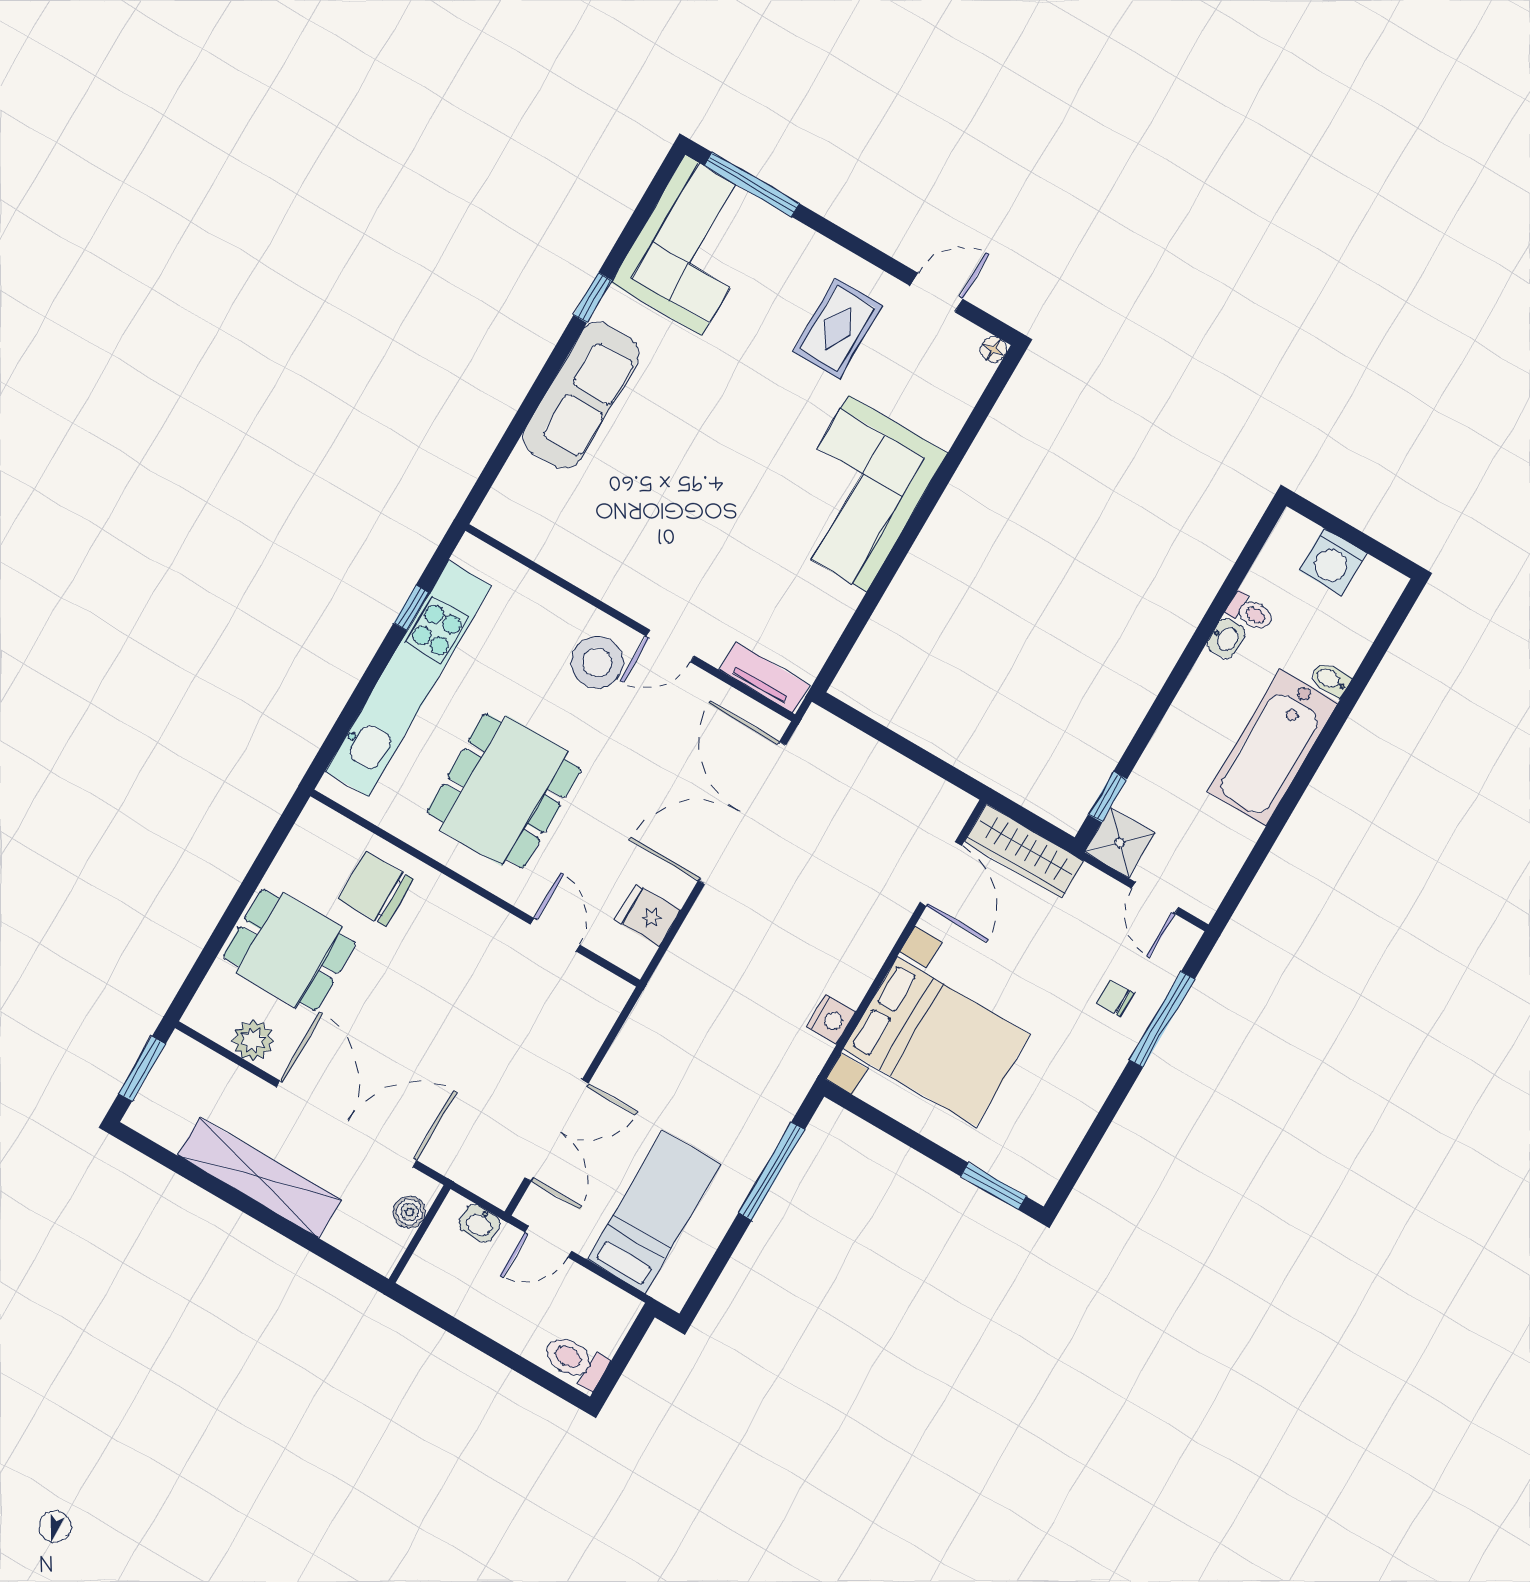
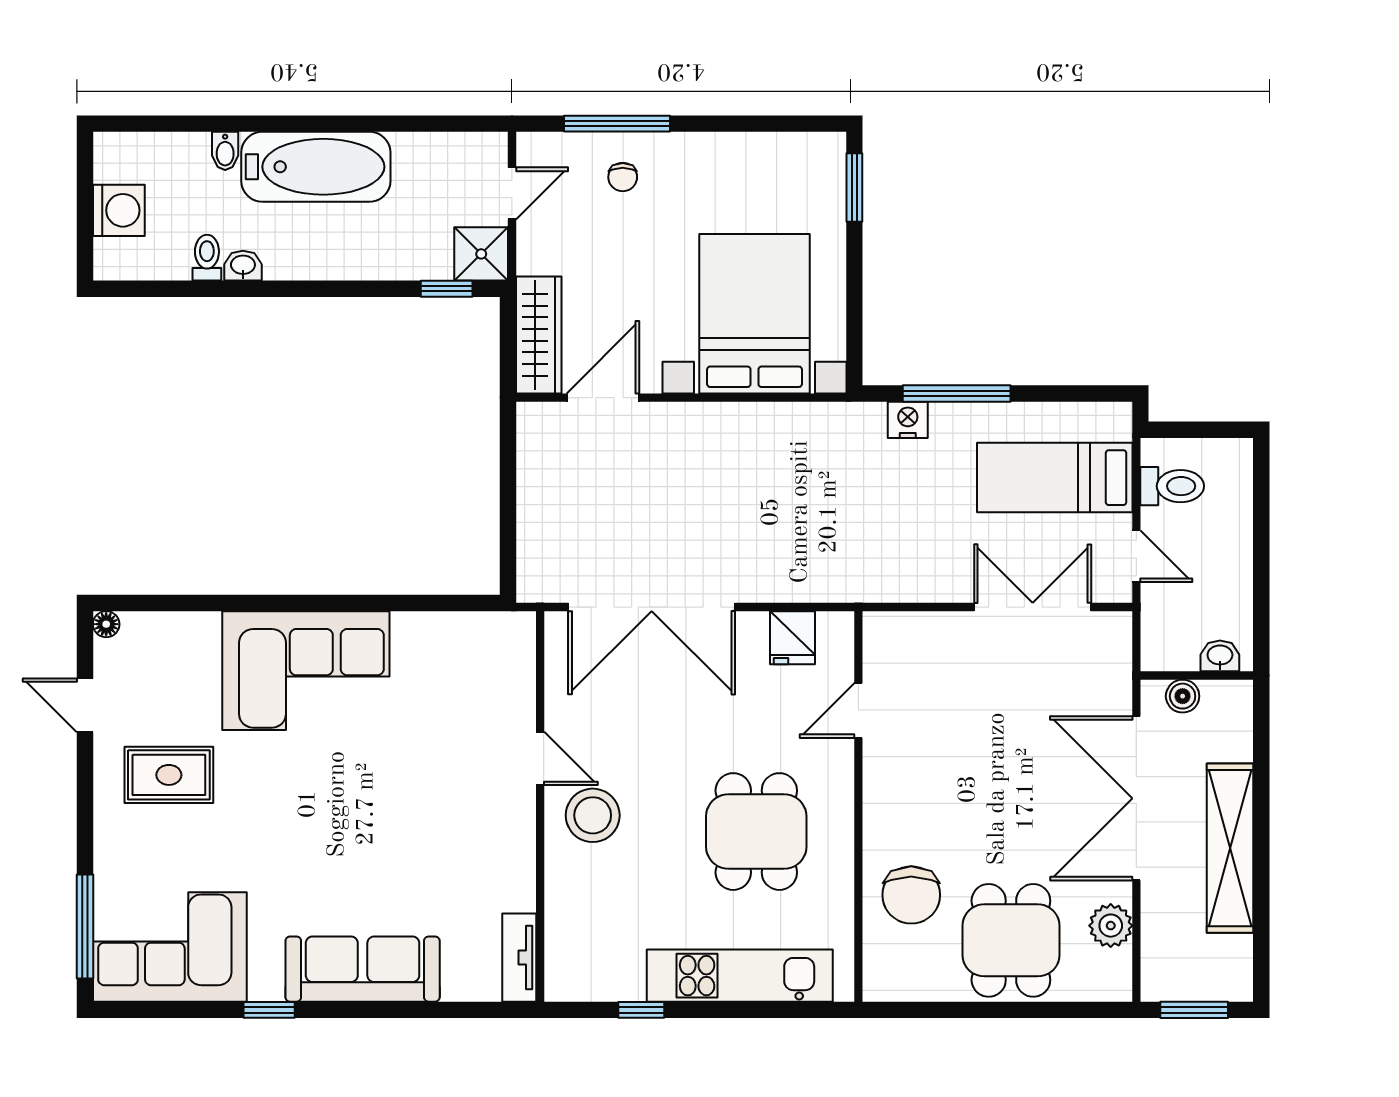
tv unit: (764, 678) -> (519, 958), moved
kitchen unit: (408, 679) -> (740, 976), width x0.73
dining table: (504, 791) -> (756, 832), width x0.73
nightstand: (831, 1019) -> (908, 420), moved
washbasin: (479, 1223) -> (1220, 656), moved, turned -90
toilet: (575, 1361) -> (1172, 486), moved, turned -90

